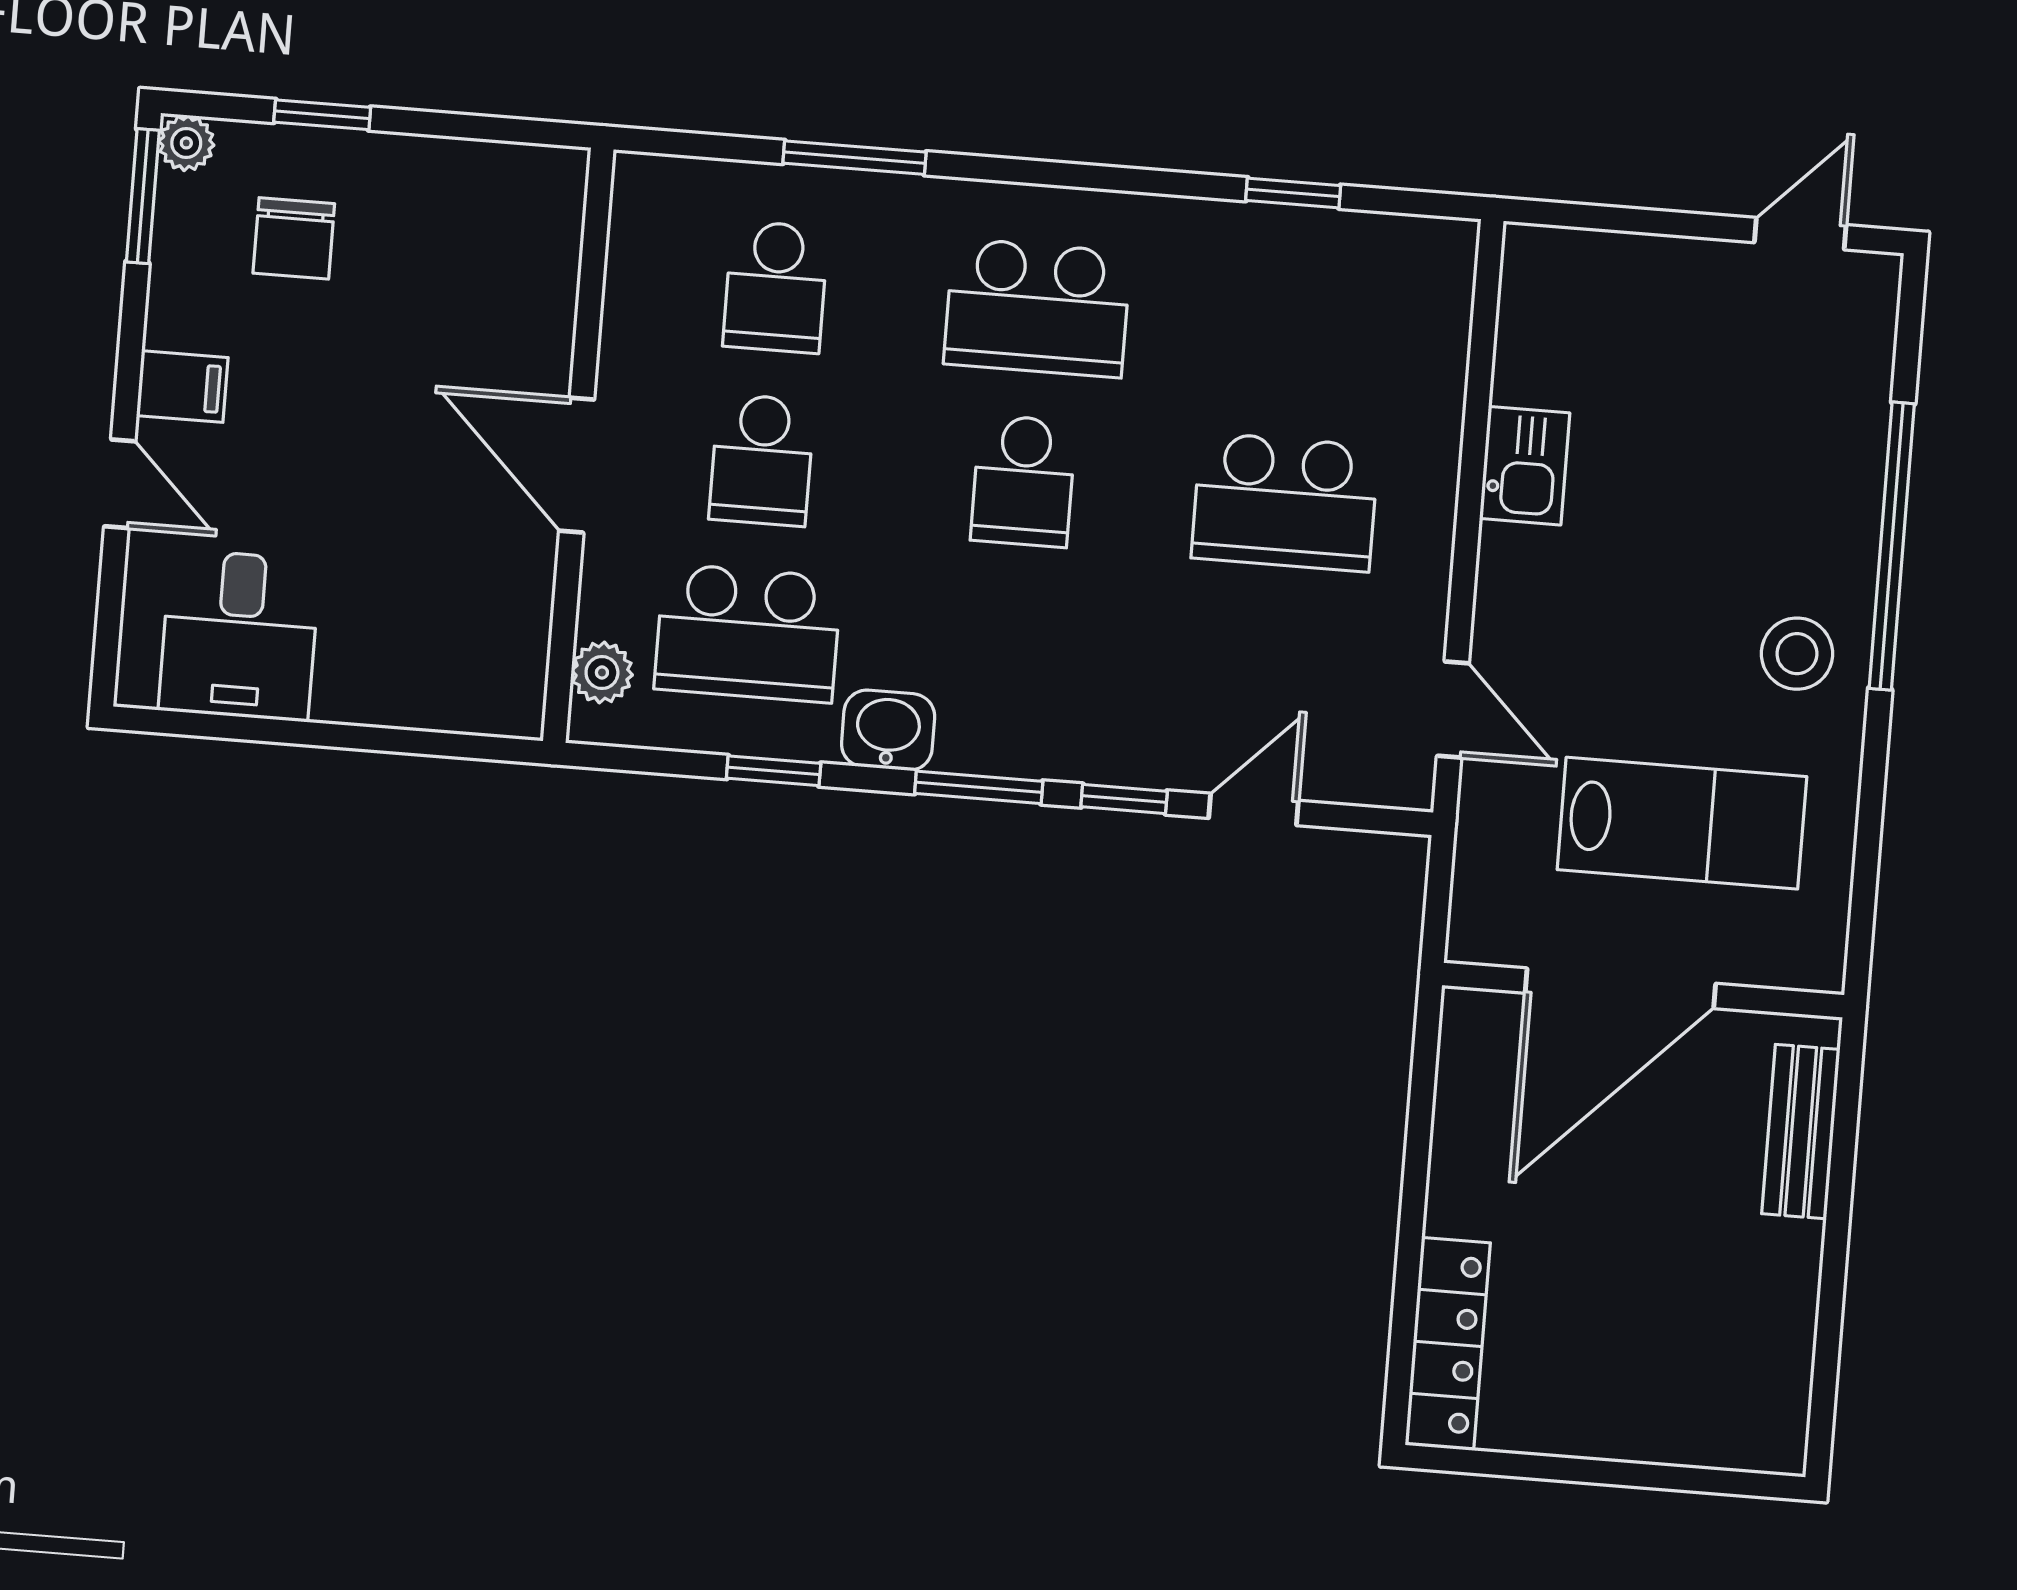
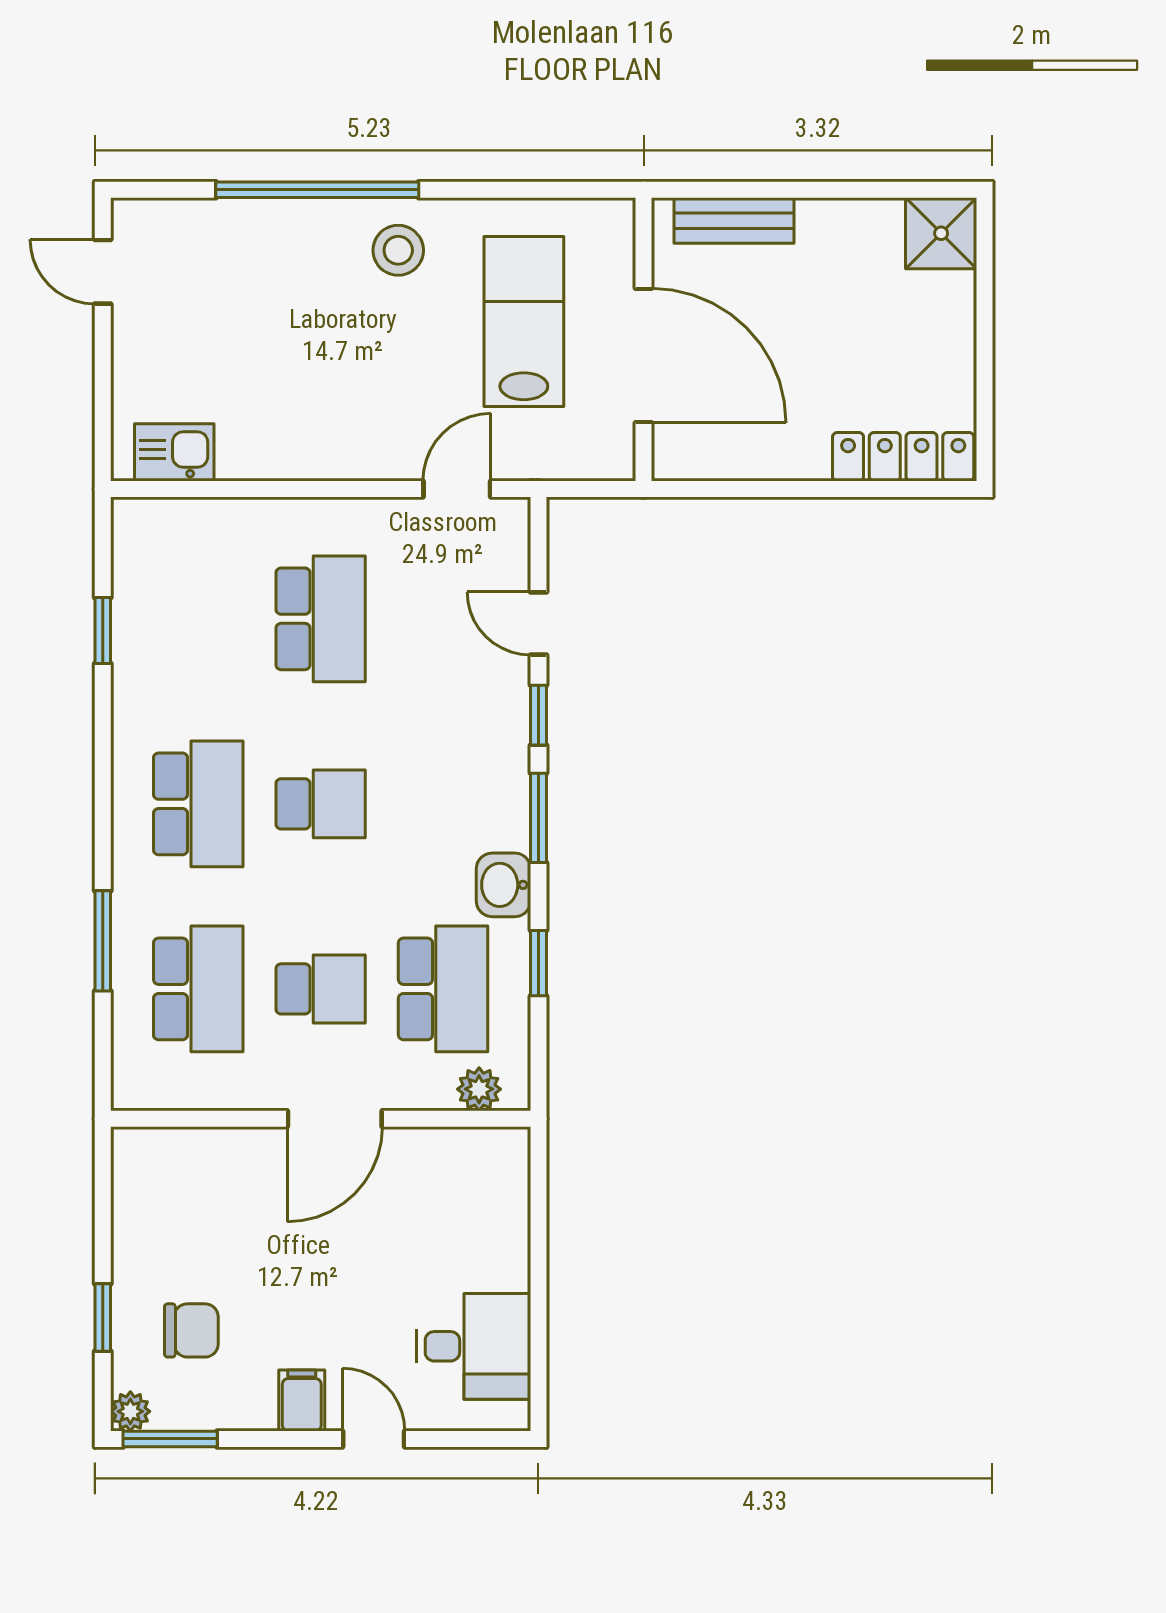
school desk: (776, 287) -> (198, 989), width x1.85
kitchen sink: (1525, 466) -> (174, 452), moved
door: (120, 484) -> (374, 1439), hinge flipped
shower: (1759, 1423) -> (941, 233), added

